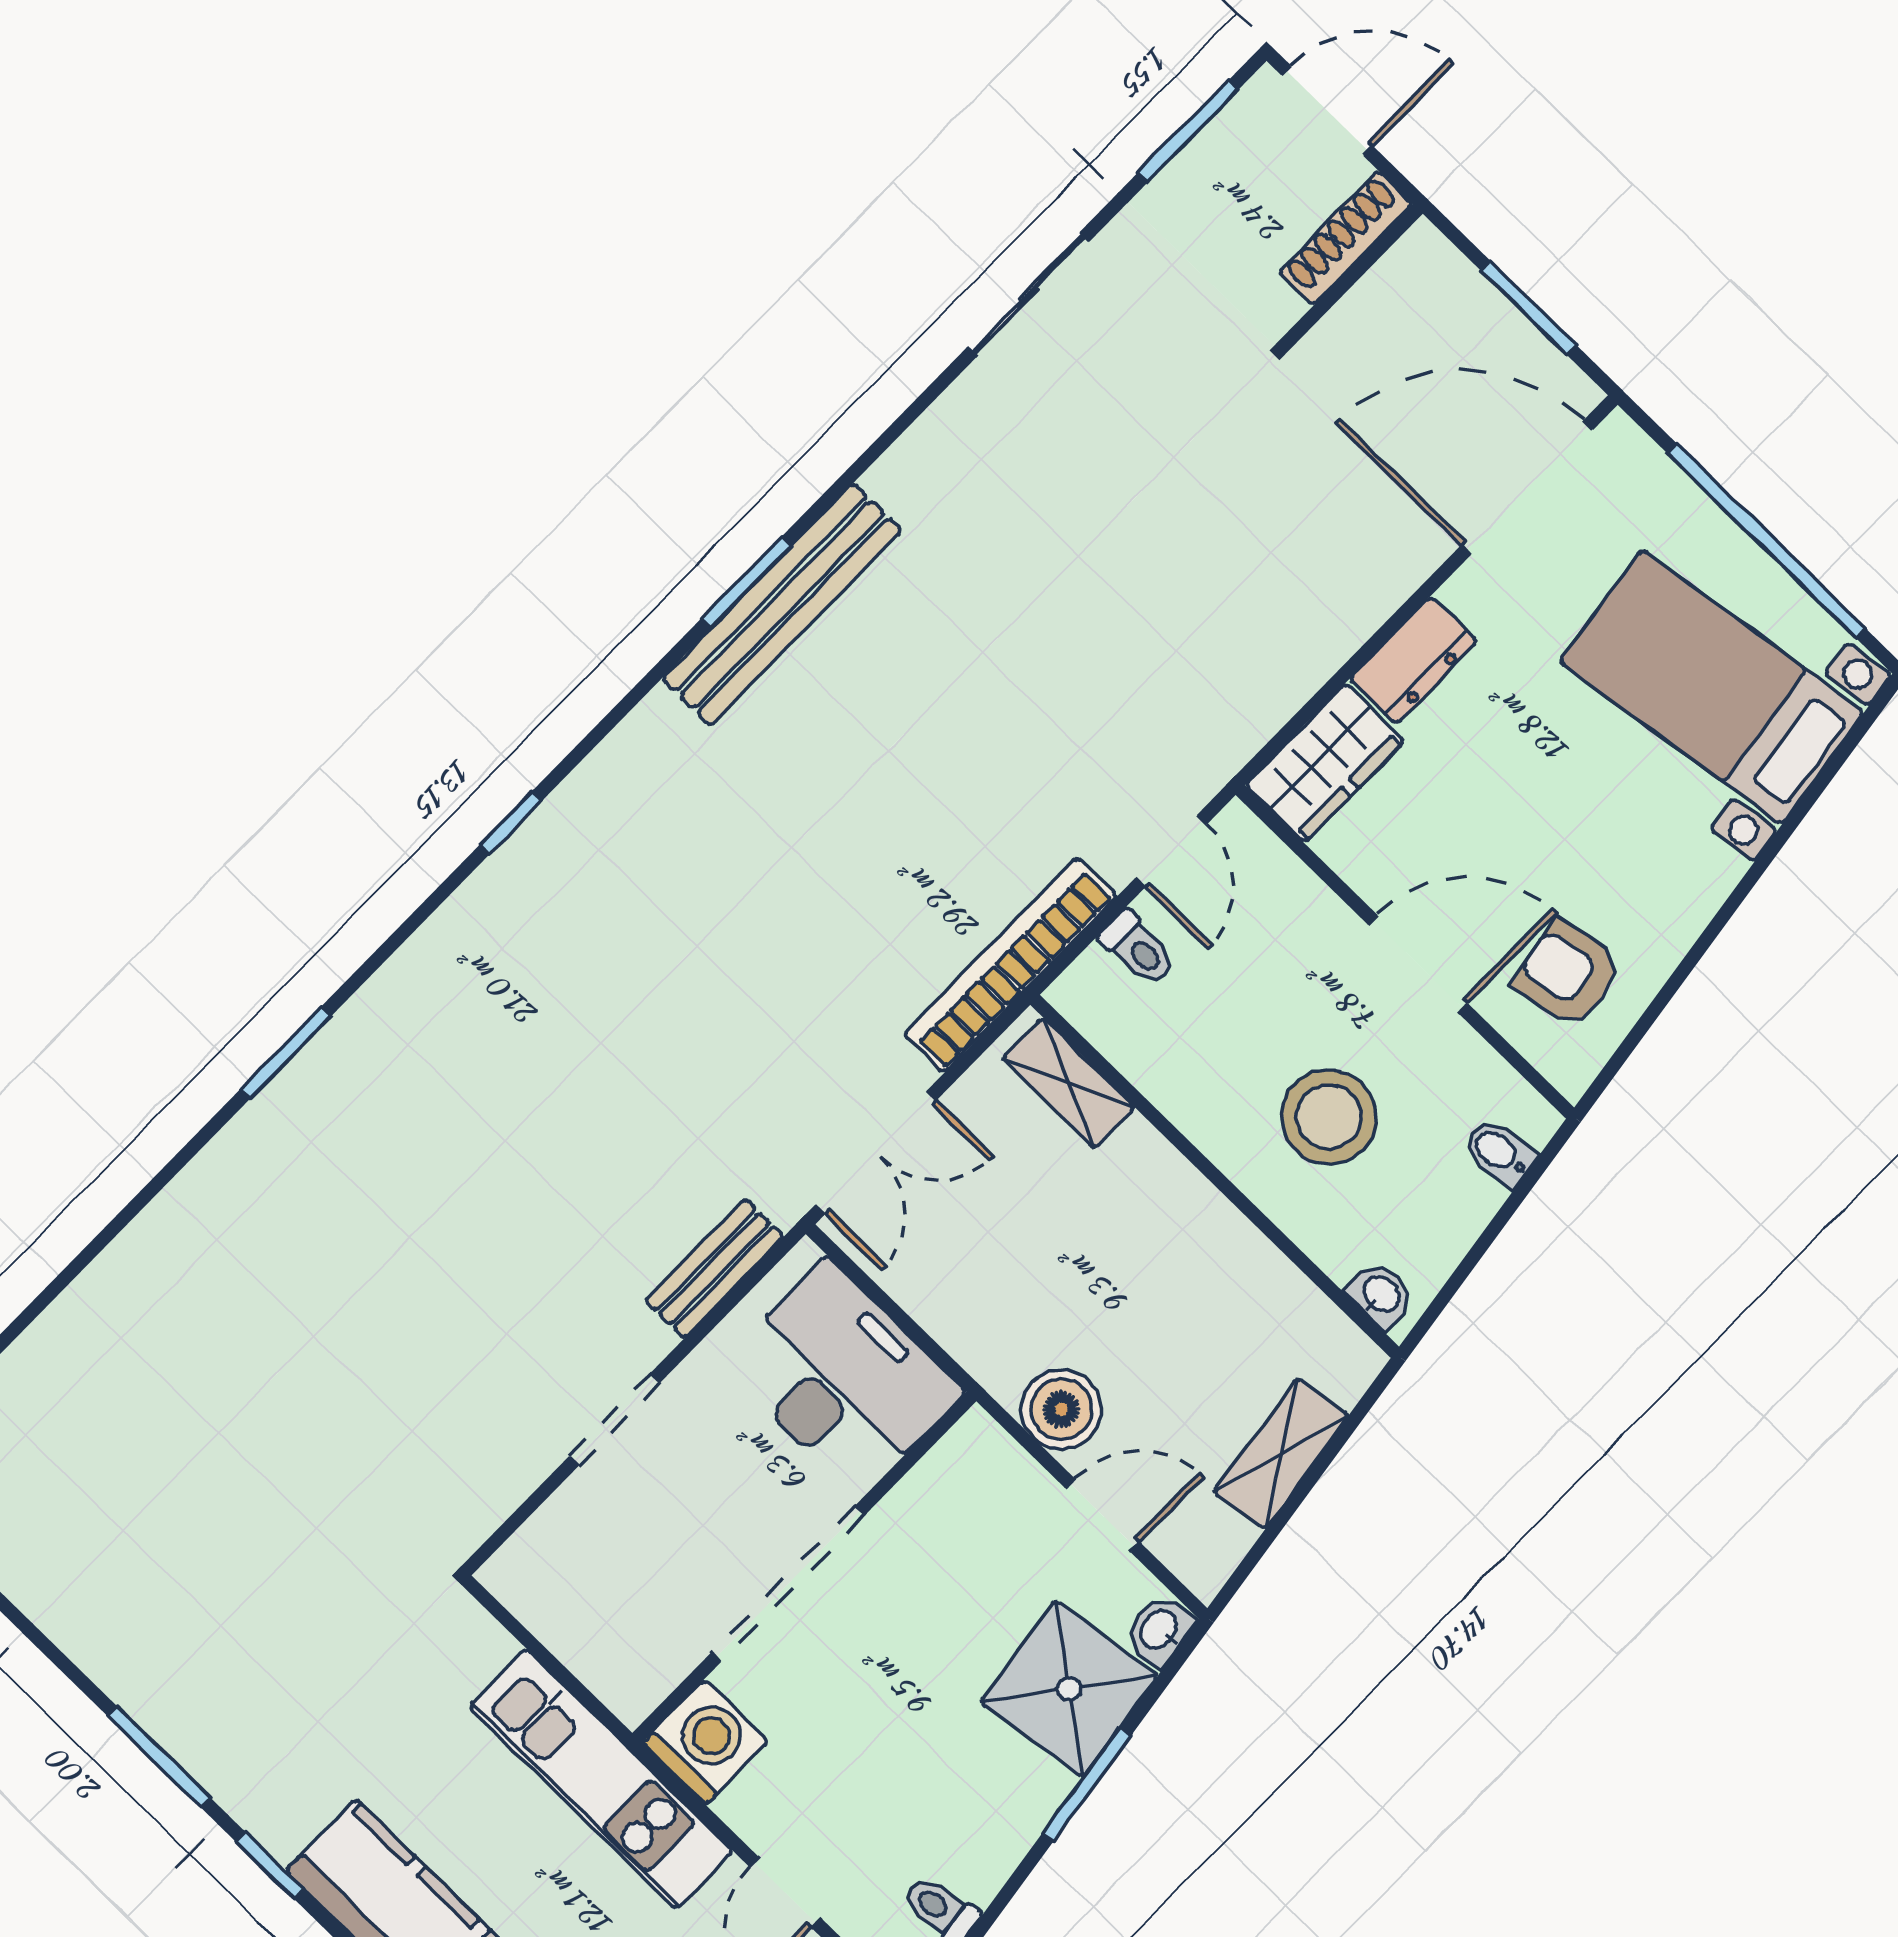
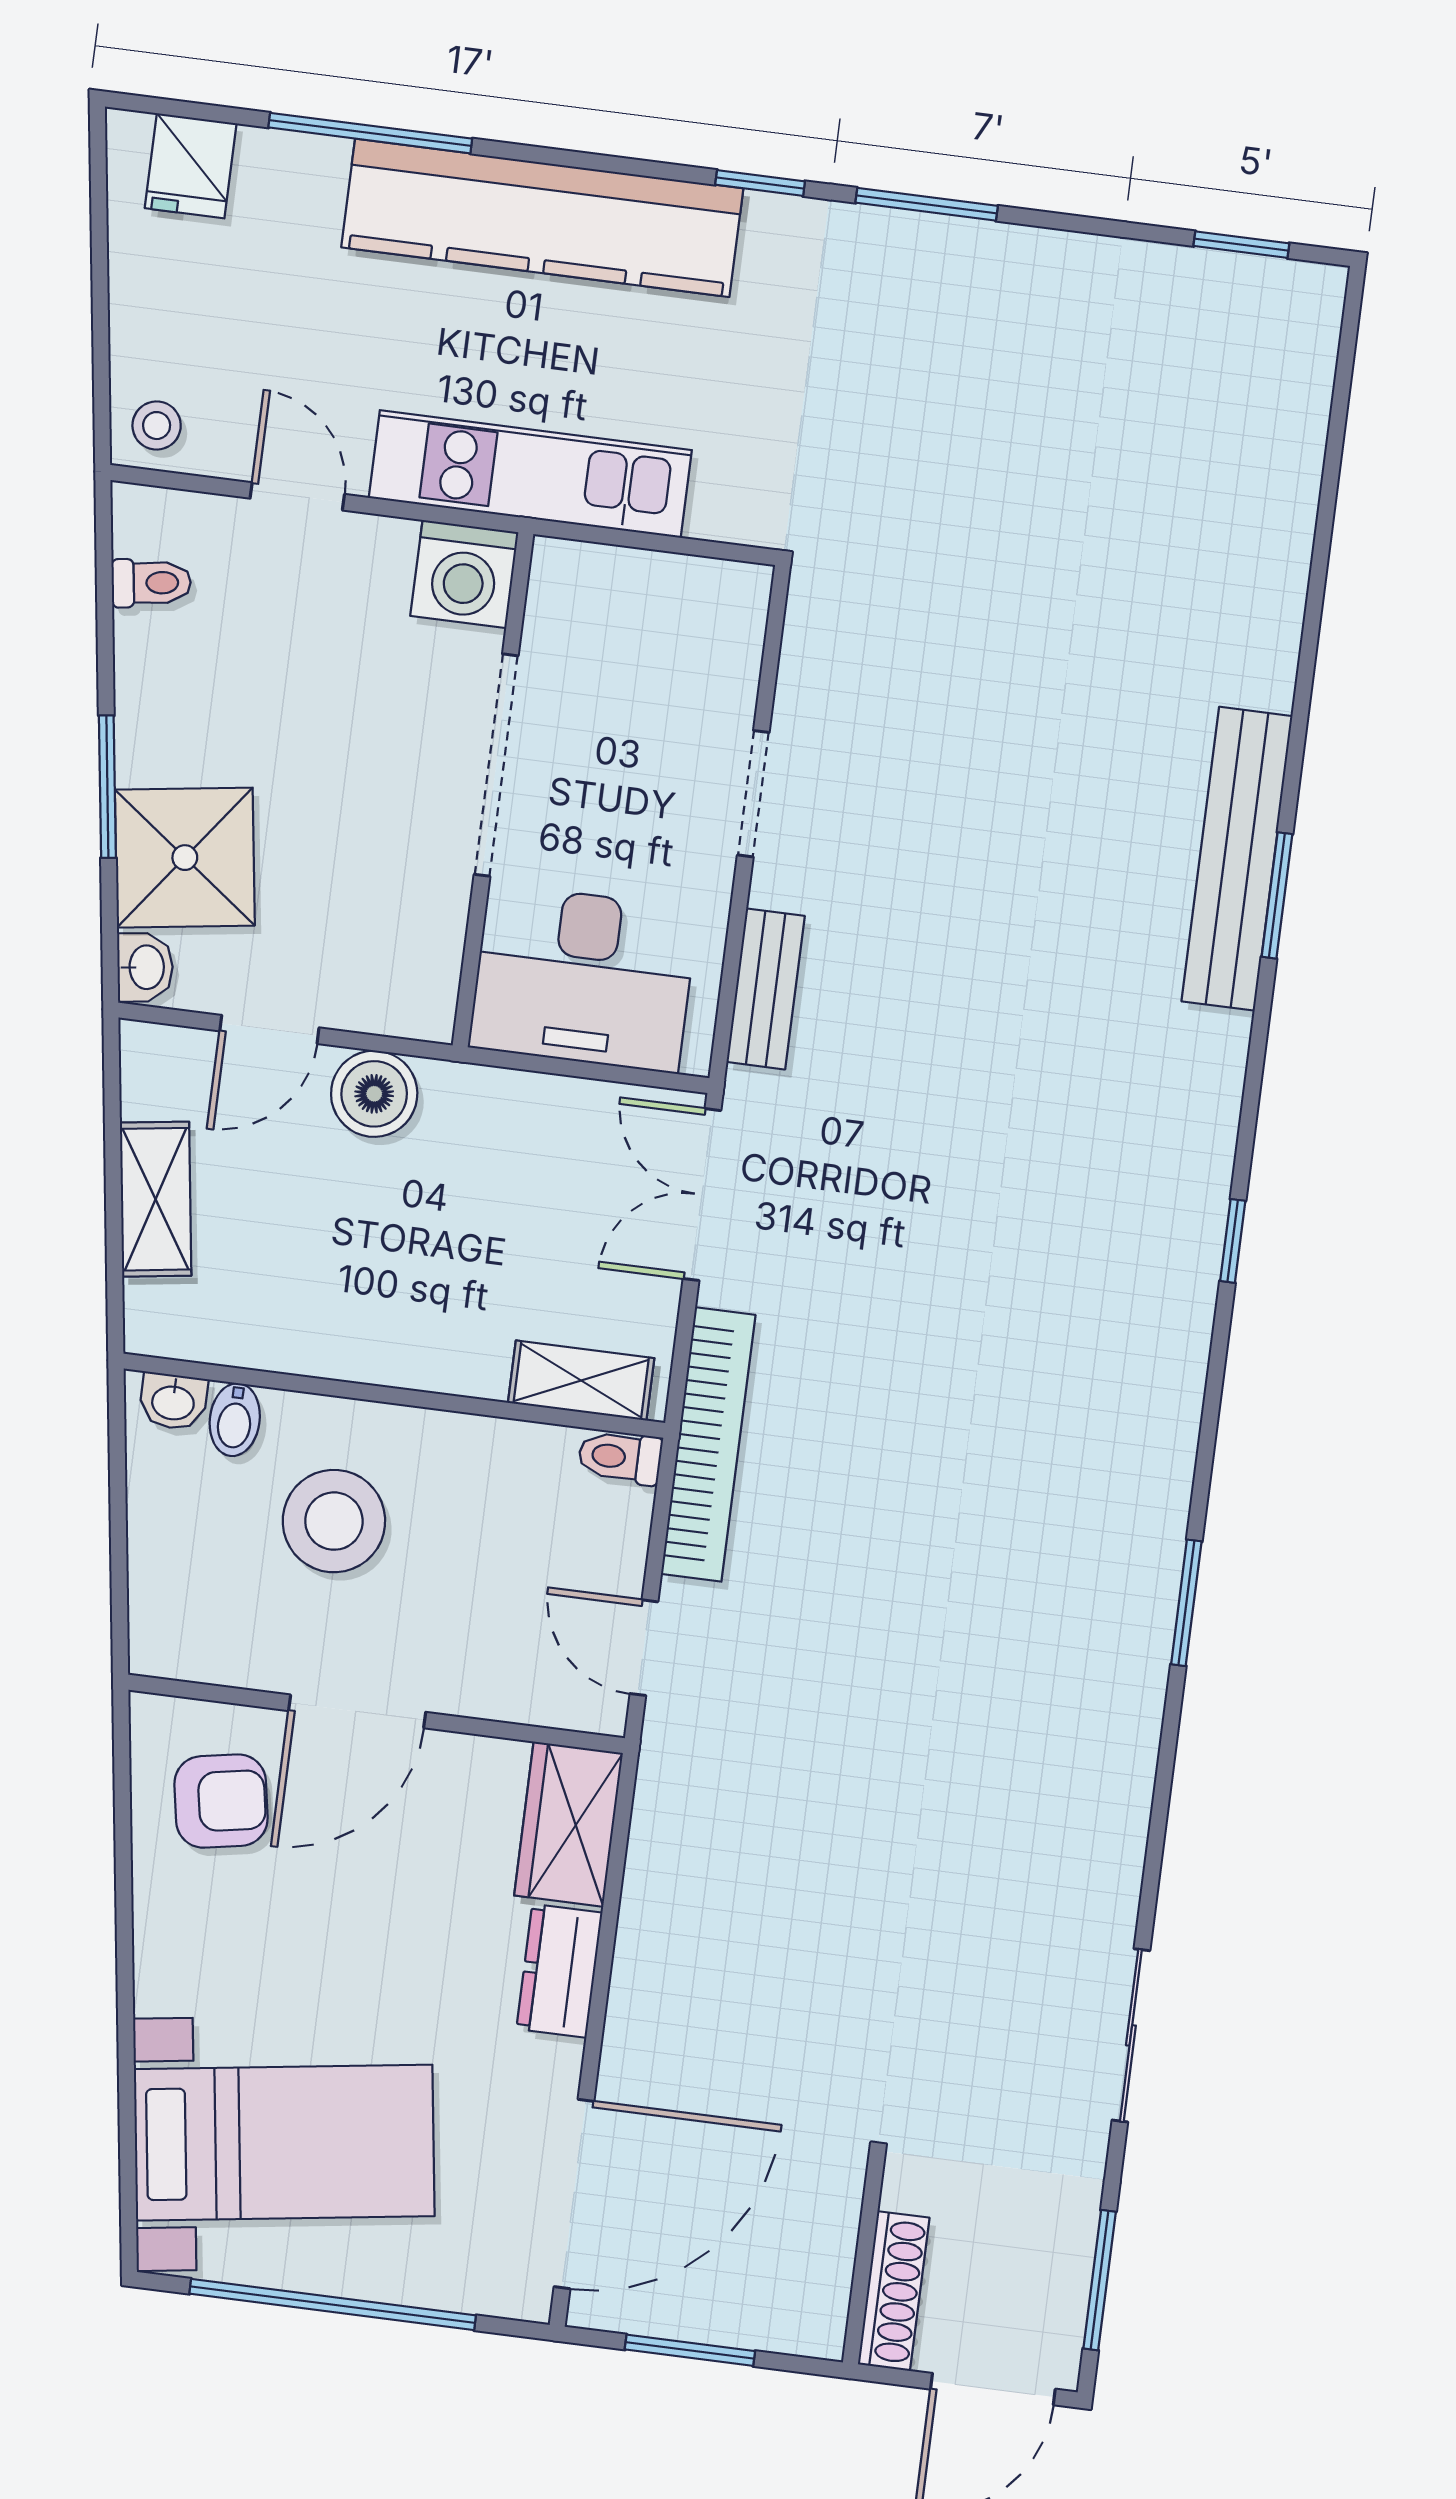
bench: (782, 604) -> (1237, 859), moved
toilet: (1138, 948) -> (620, 1457), moved
bidet: (1499, 1153) -> (235, 1420), moved, turned 98

